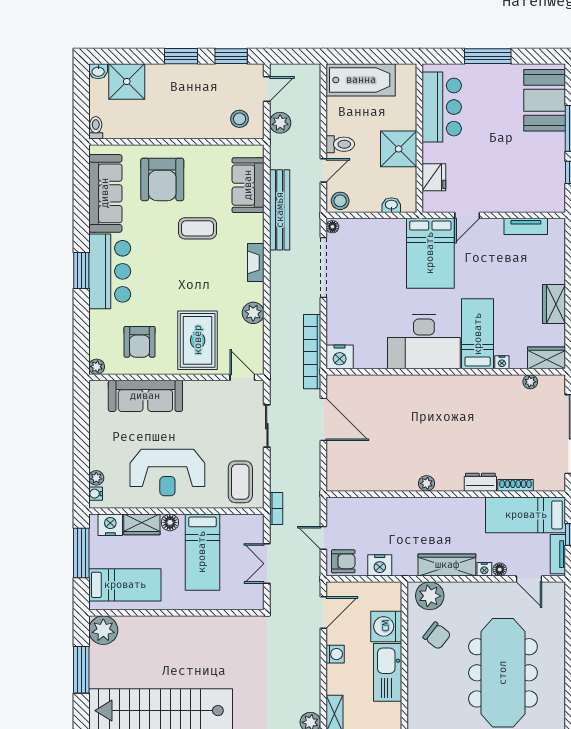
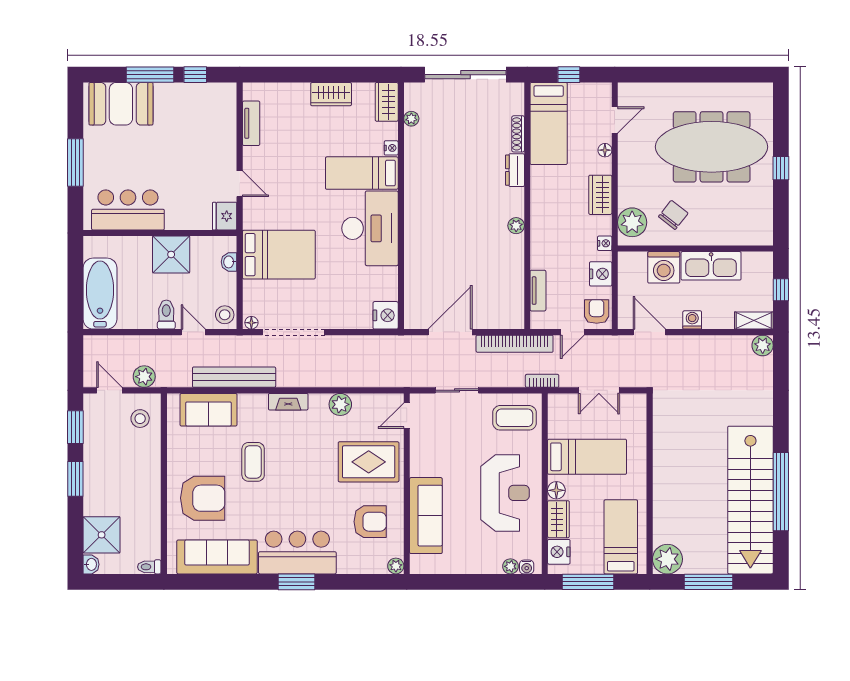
fridge: (434, 177) -> (225, 216), moved, turned -90
bed: (430, 253) -> (279, 255), moved
bookcase: (312, 352) -> (515, 344), moved
tv unit: (558, 554) -> (538, 291), moved, turned -90
wardrobe: (447, 565) -> (600, 195), width x0.67
nightstand: (484, 569) -> (605, 243), moved

